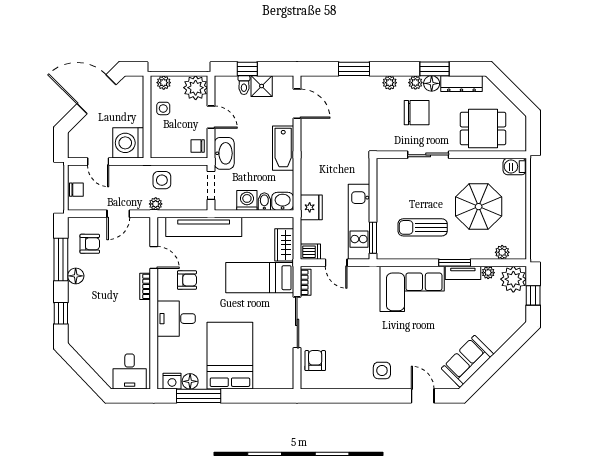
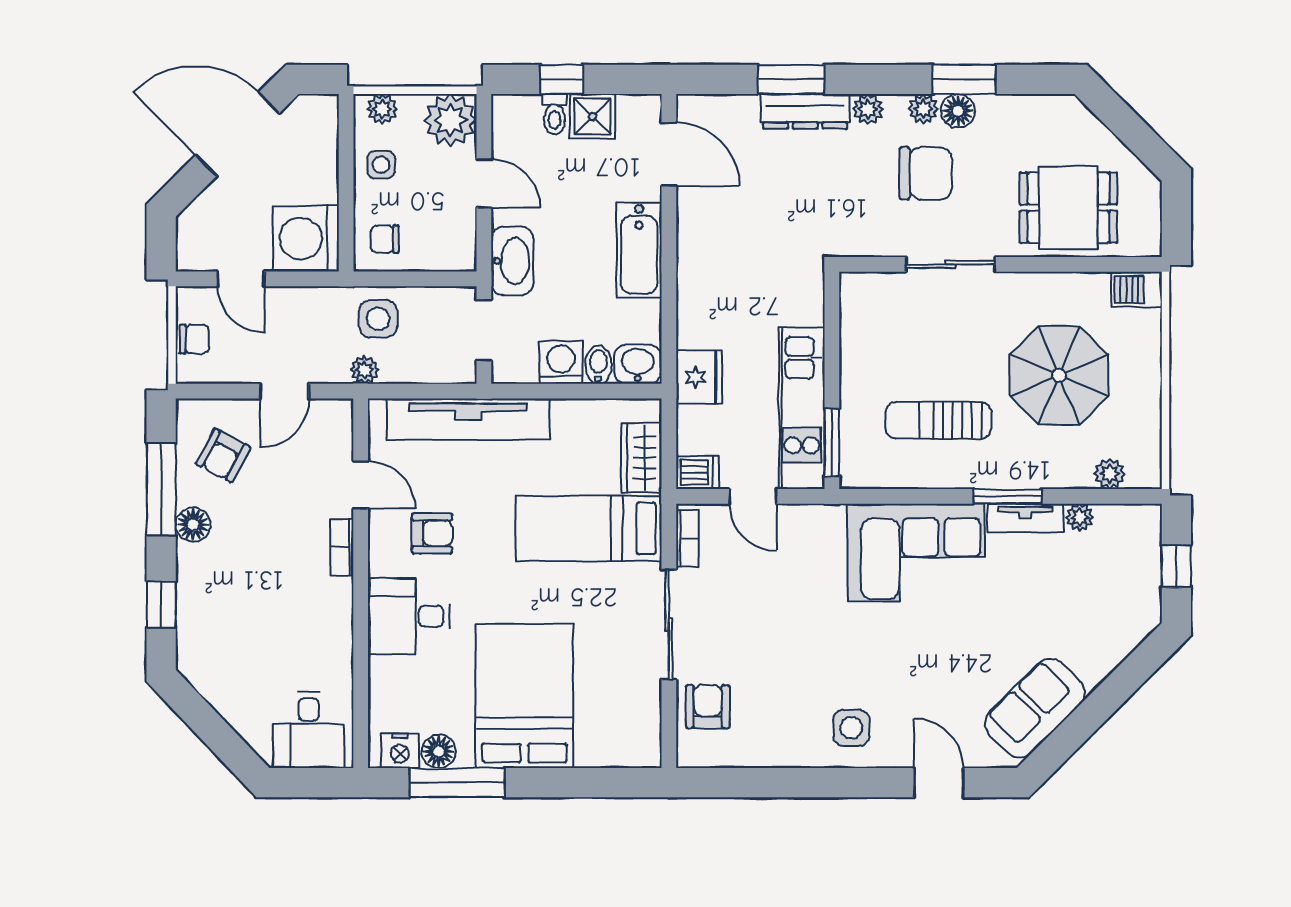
dresser: (461, 84) -> (805, 111), moved
chair: (198, 146) -> (385, 239), moved
armchair: (90, 244) -> (223, 455), turned 118
plant: (513, 279) -> (1134, 532), removed

